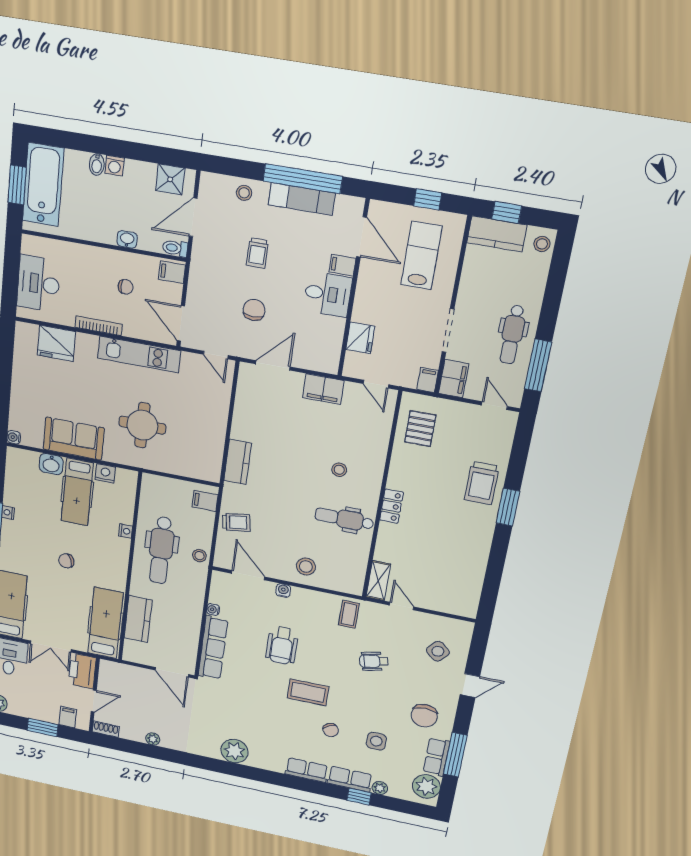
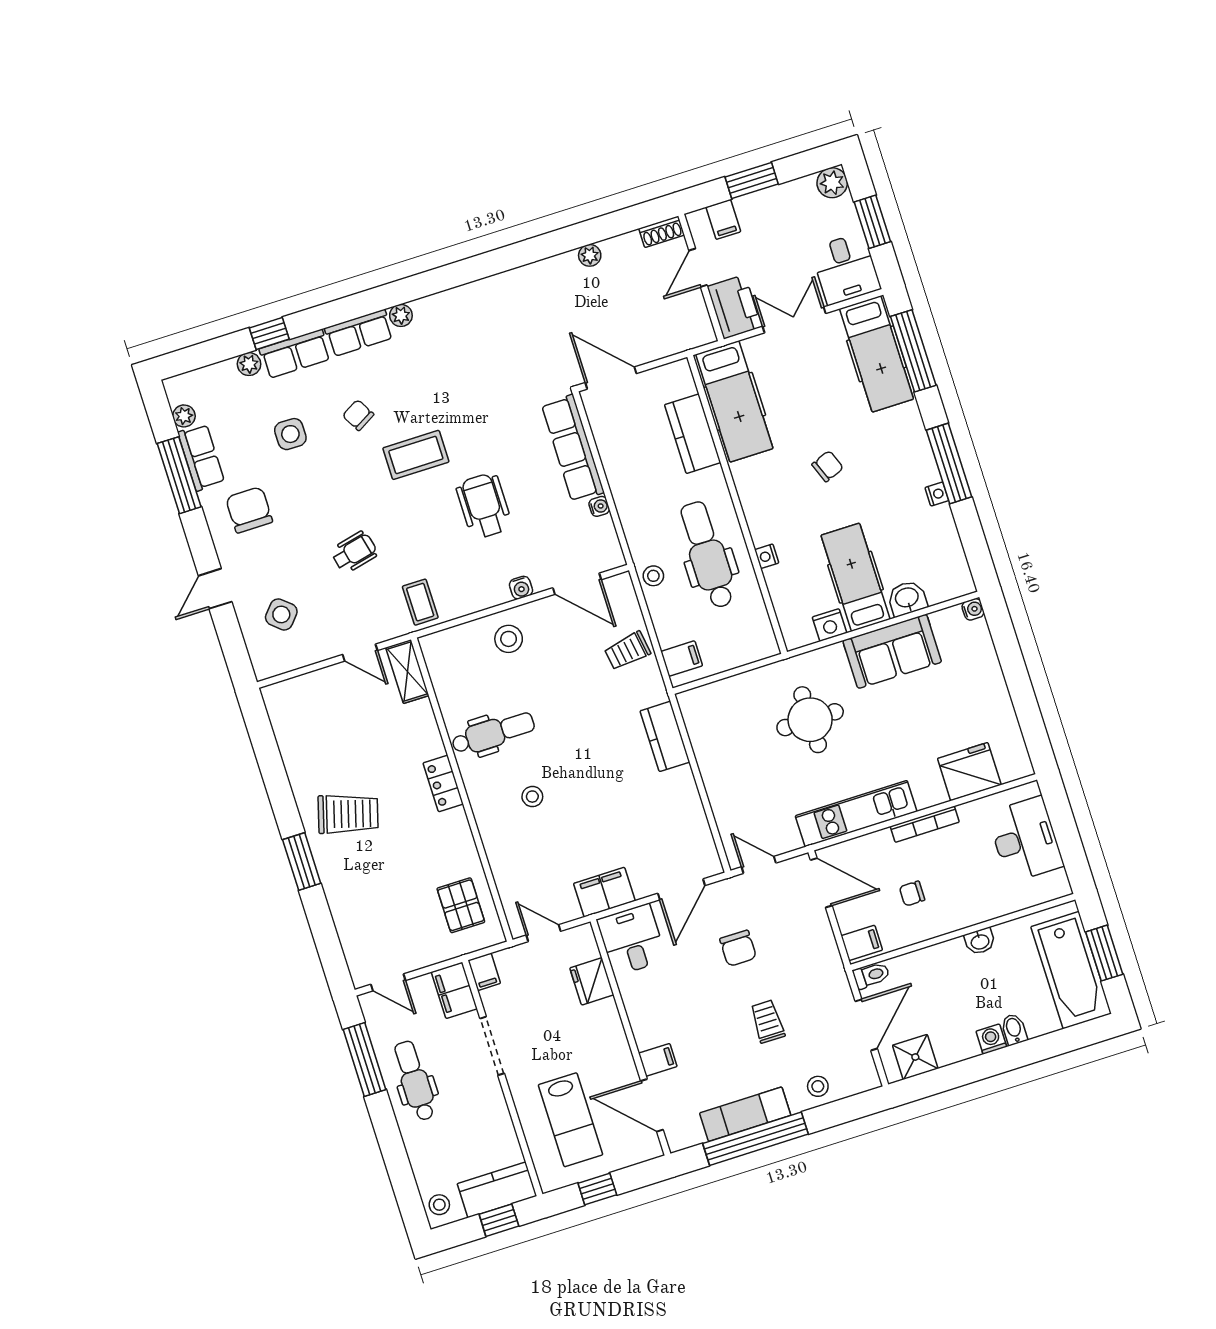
washbasin: (127, 239) -> (980, 941), moved
desk: (328, 294) -> (632, 940), moved, turned 90
trolley: (482, 483) -> (348, 814), moved, turned 106
plant: (235, 751) -> (401, 315), moved, width x0.53, depth x0.53
plant: (426, 786) -> (184, 416), width x0.53, depth x0.53

